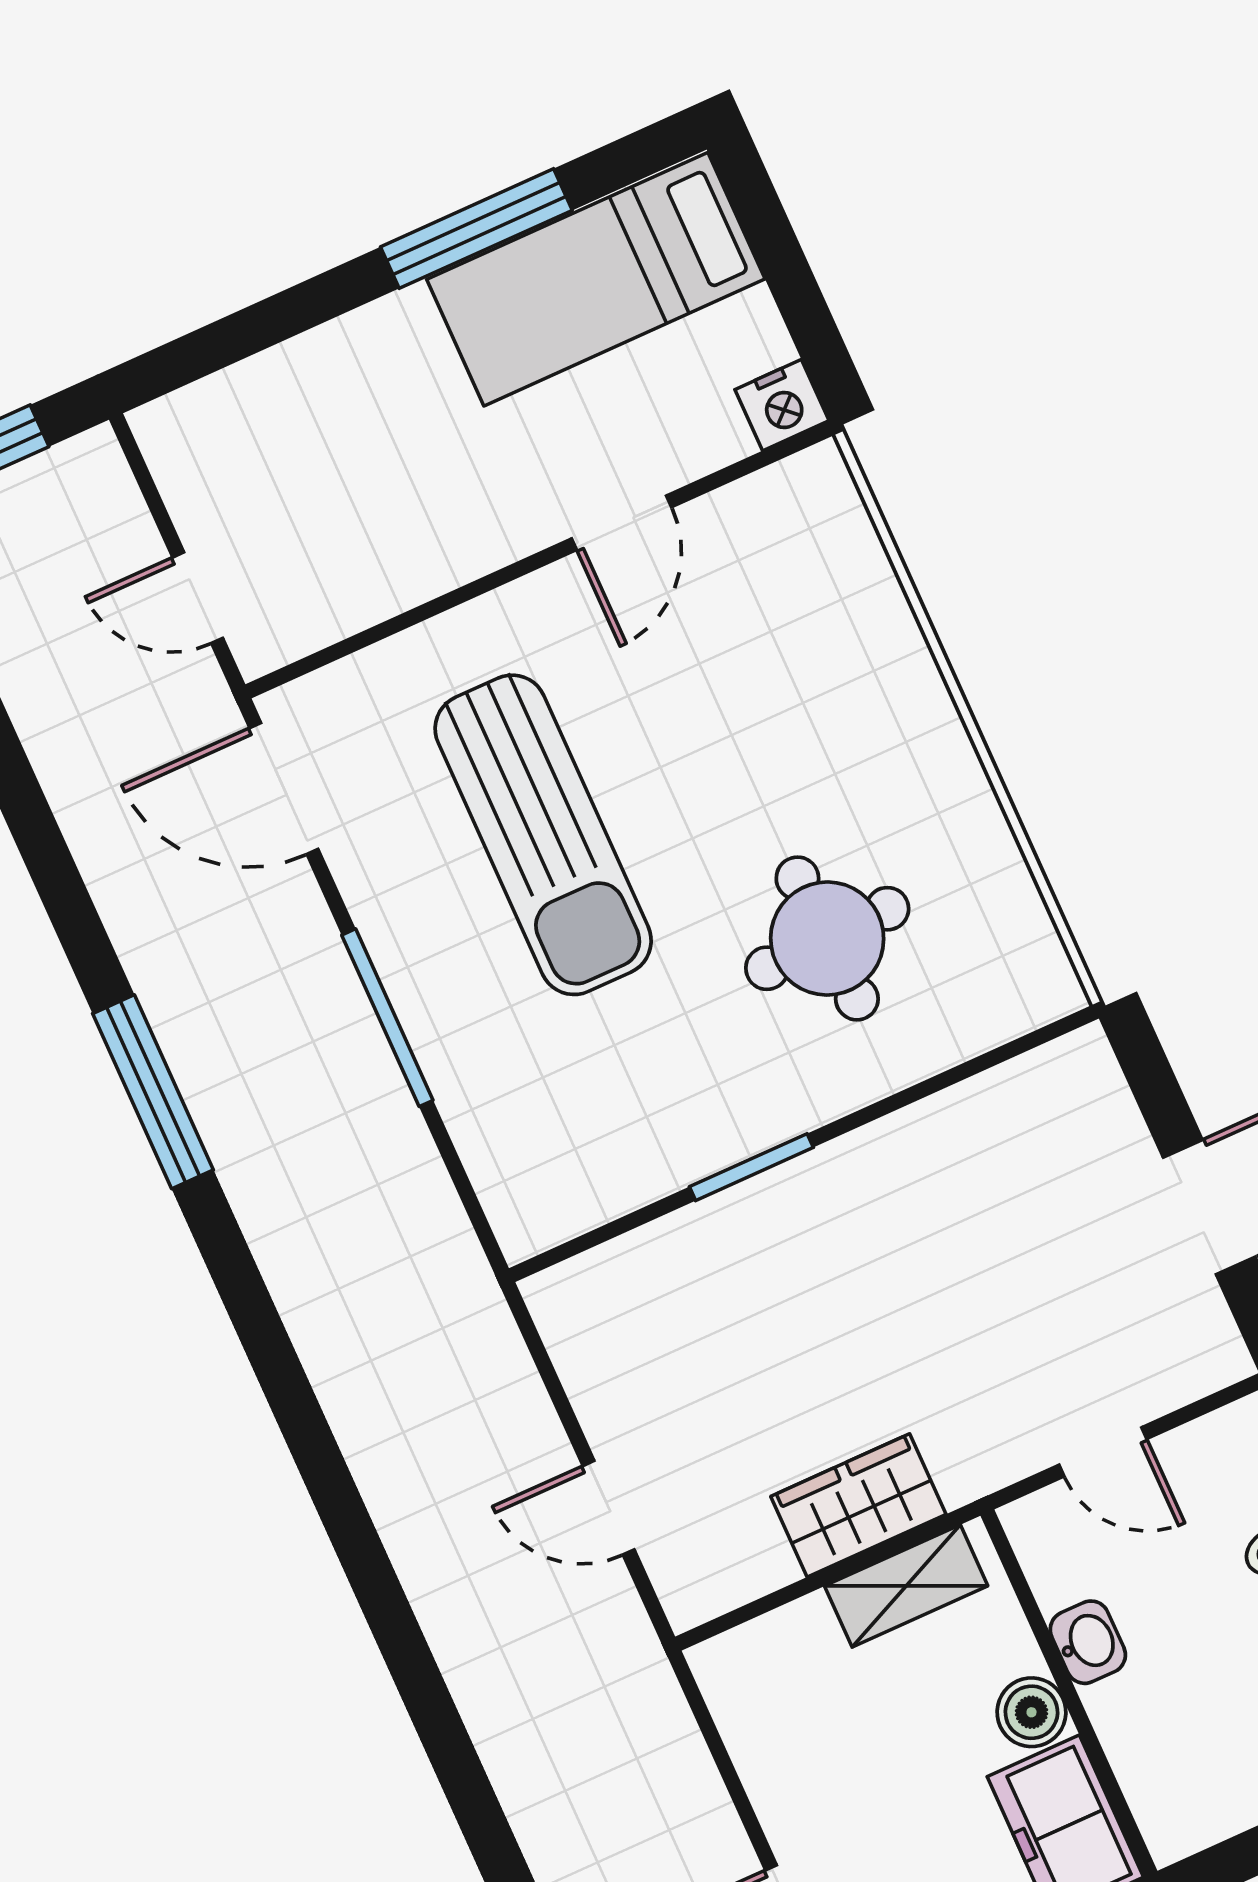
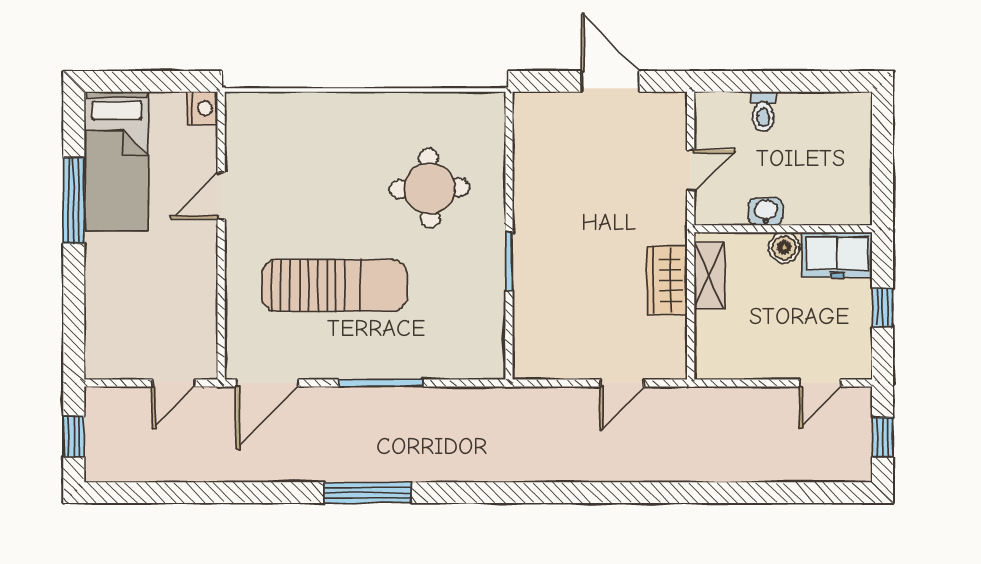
door: (622, 523) -> (221, 196), swing flipped

